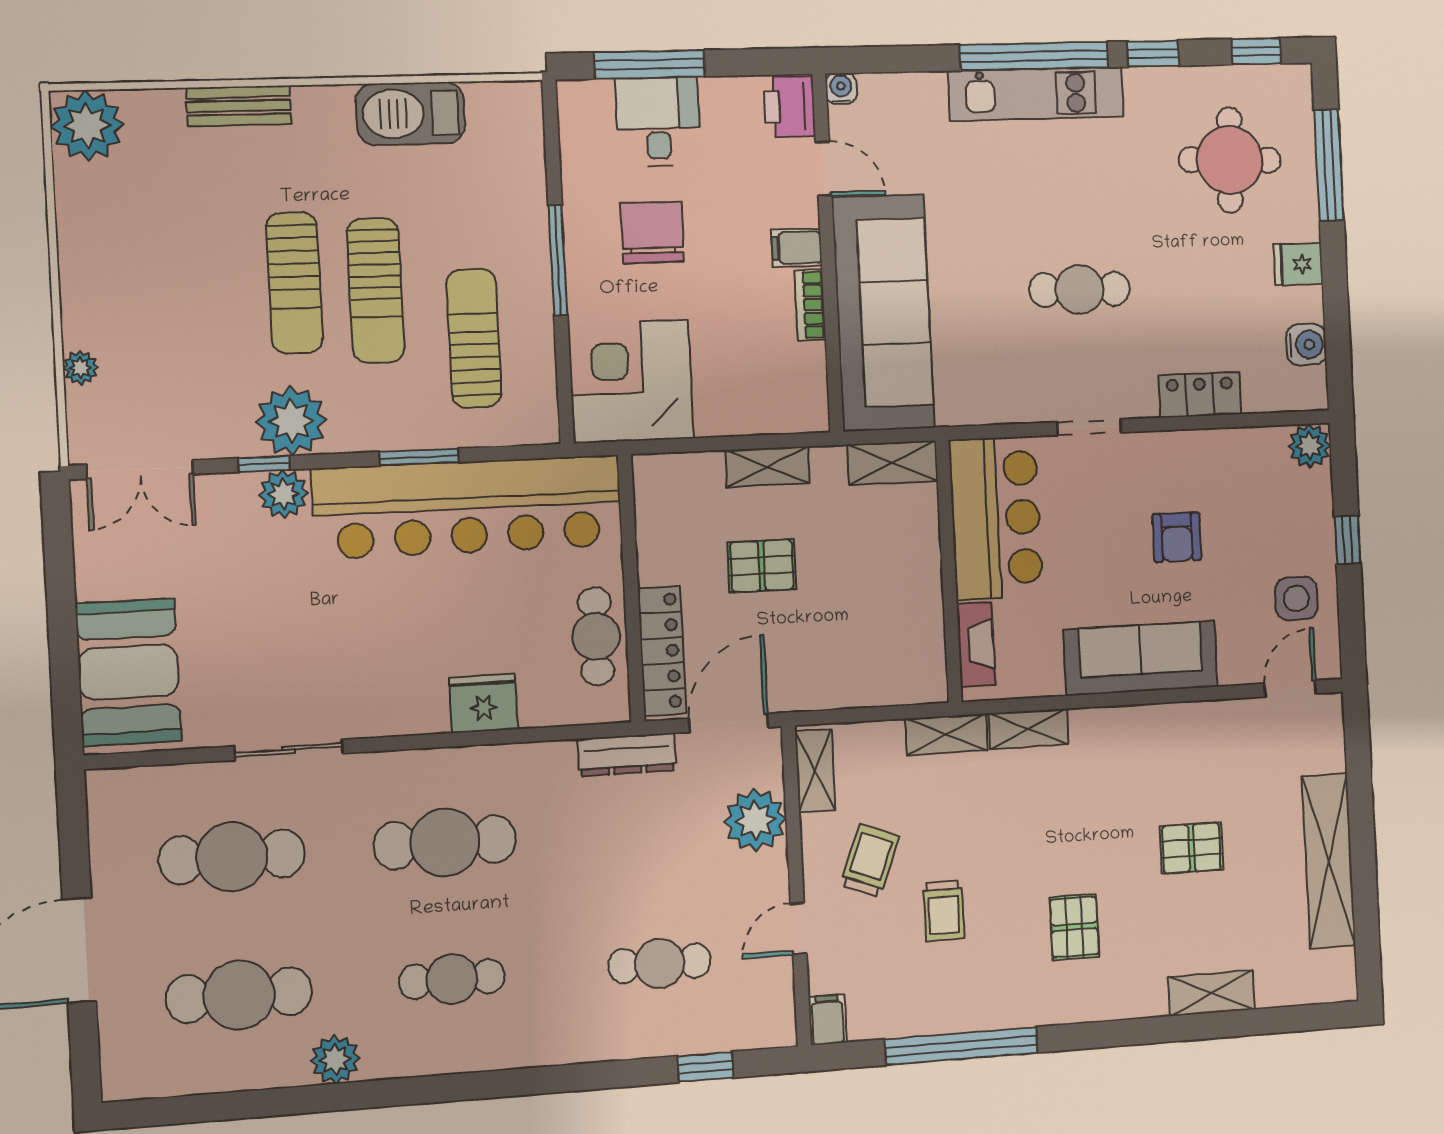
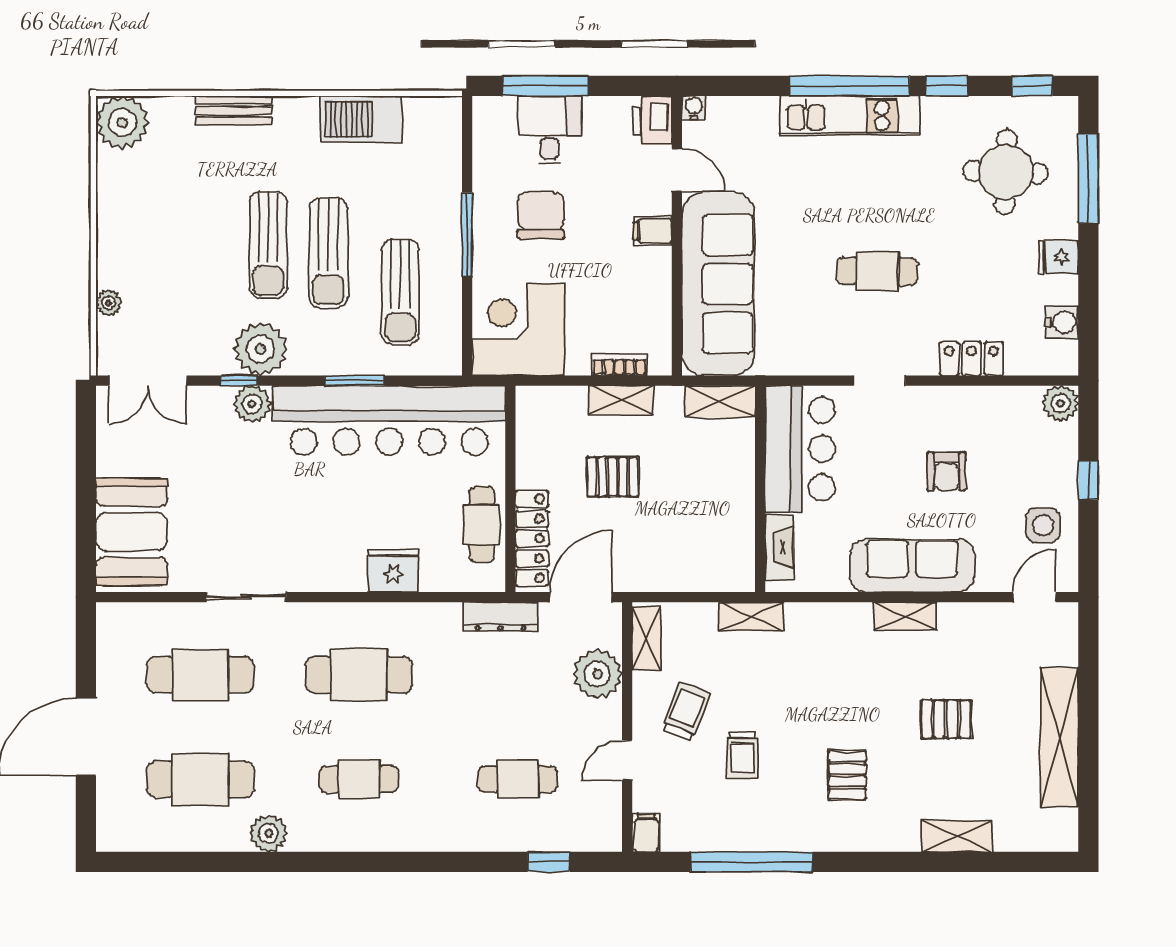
bookcase: (810, 305) -> (619, 365), moved, turned 90
sun lounger: (474, 338) -> (400, 292), turned 180
shelving: (1029, 729) -> (905, 616), moved

